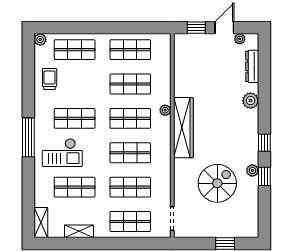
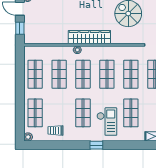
window: (28, 137) -> (96, 145), width x0.46

